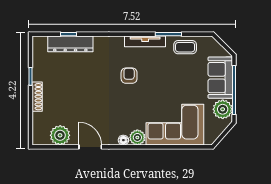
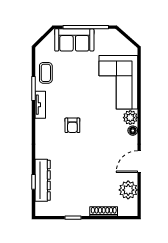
tv unit: (145, 41) -> (40, 105), width x0.71
armchair: (129, 76) -> (72, 125), turned -90
shoe rack: (37, 97) -> (104, 211), moved
plant: (223, 109) -> (104, 38), removed

